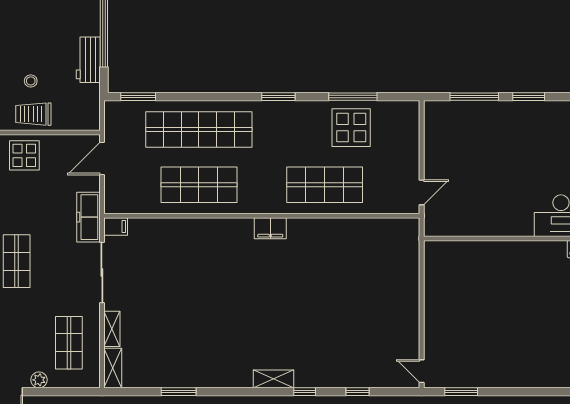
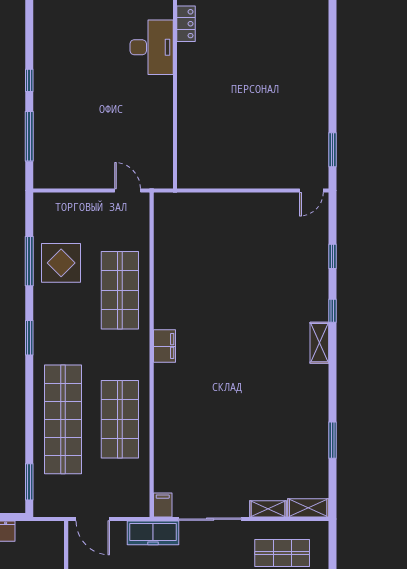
window: (529, 97) -> (29, 80), width x0.67

